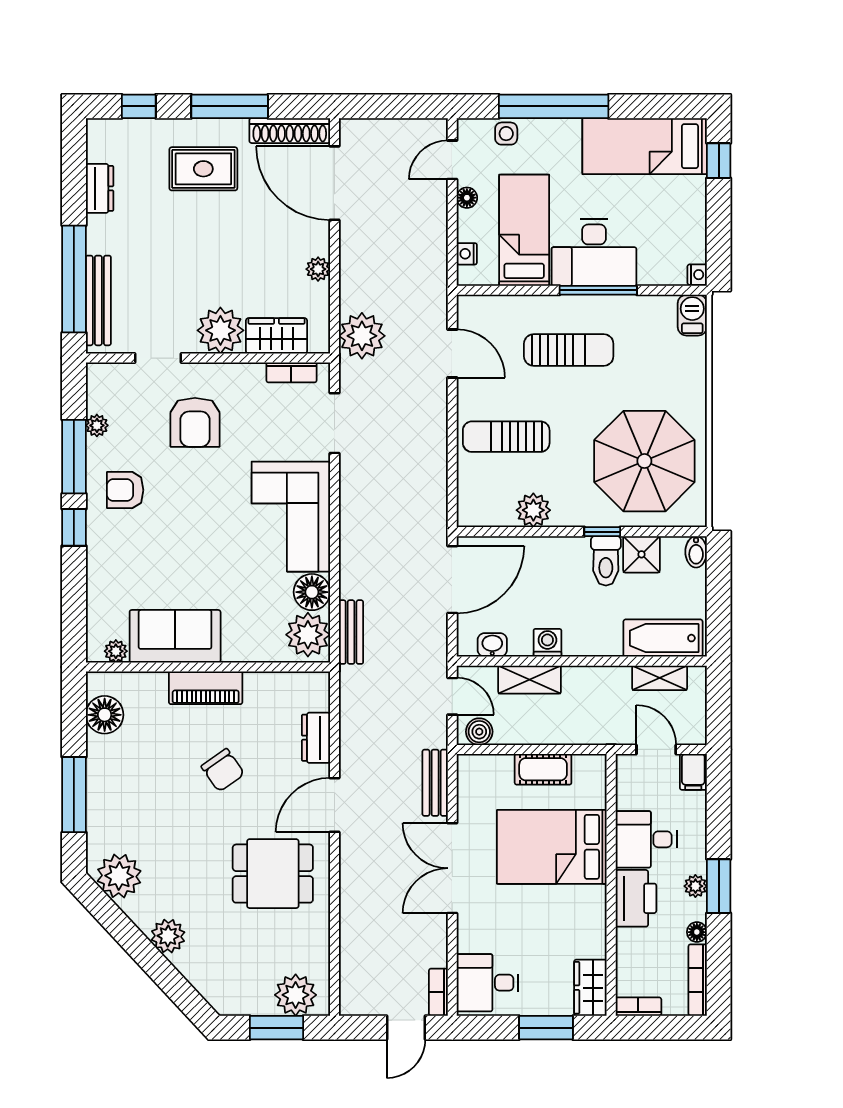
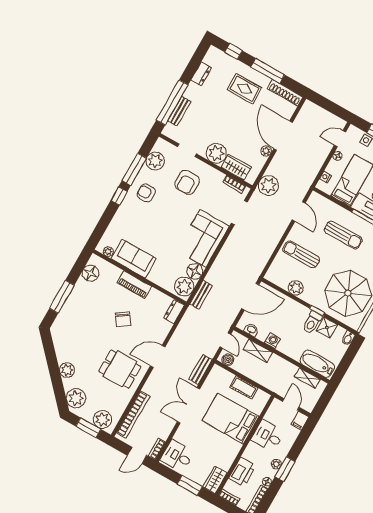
door: (334, 183) -> (283, 136), moved
bench: (98, 300) -> (179, 111), width x0.73
plant: (97, 425) -> (155, 161), width x1.88, depth x1.88
dresser: (316, 738) -> (174, 311), moved
plant: (119, 876) -> (76, 398), moved
printer: (636, 898) -> (242, 472), moved
bookcase: (352, 950) -> (133, 415), added

